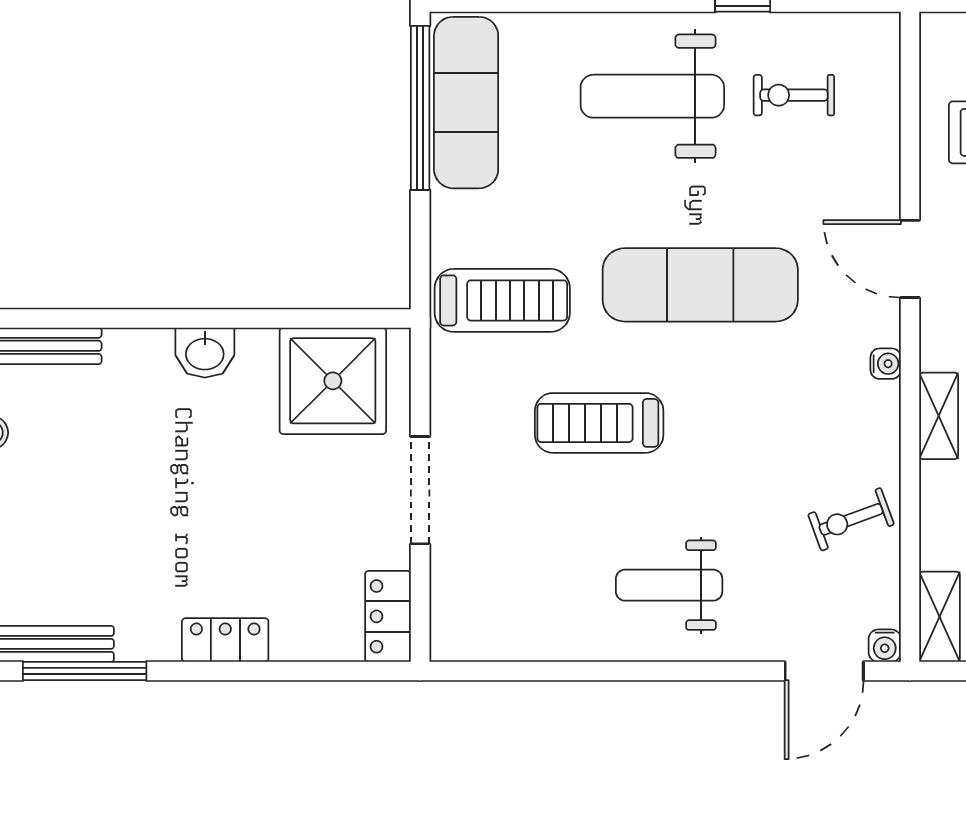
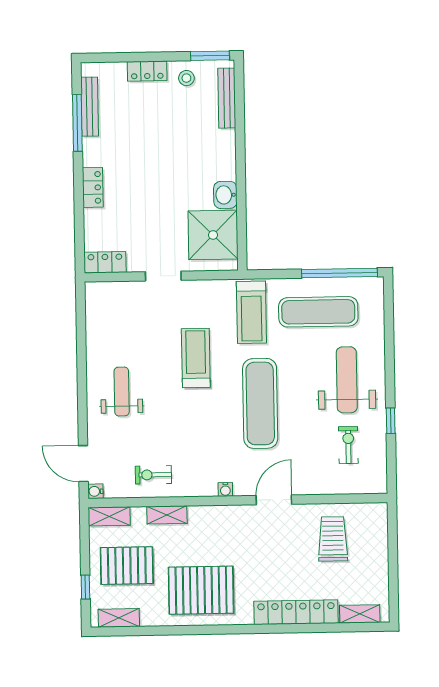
exercise mat: (466, 103) -> (318, 312), moved
washbasin: (205, 353) -> (225, 195), moved
shelving: (939, 416) -> (167, 515), moved
doorway: (420, 490) -> (163, 276), width x0.73
exercise bike: (851, 519) -> (153, 475), turned -70

